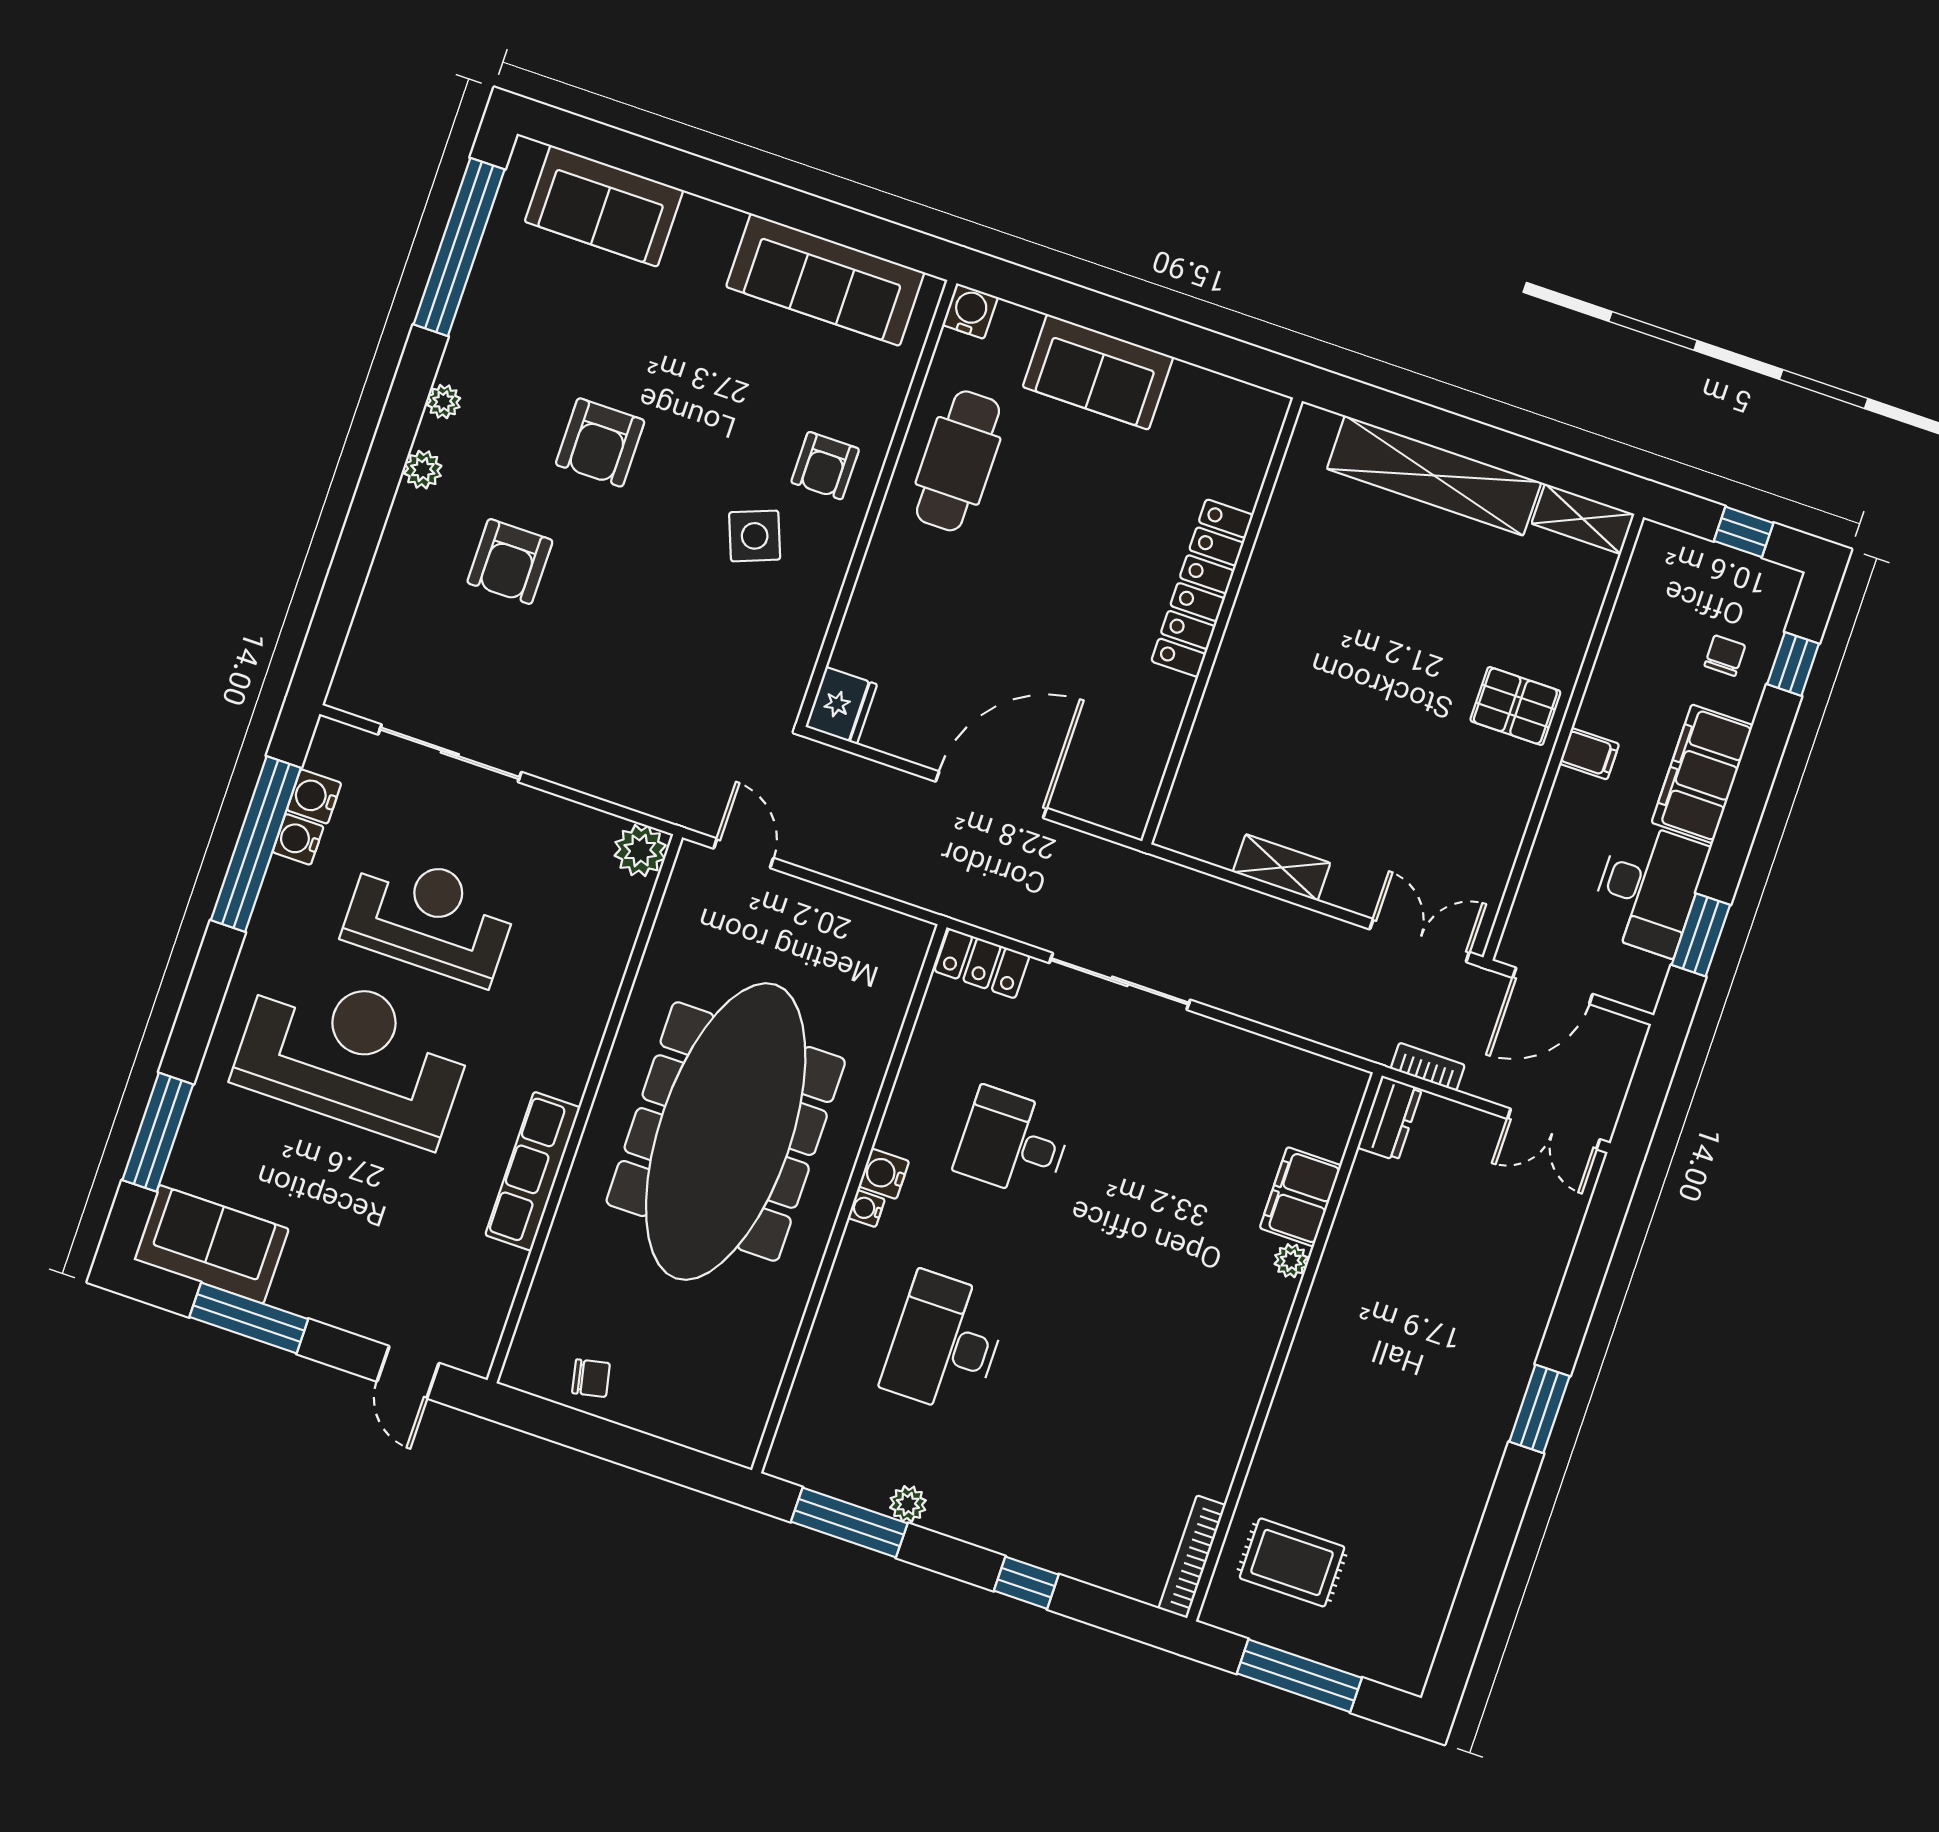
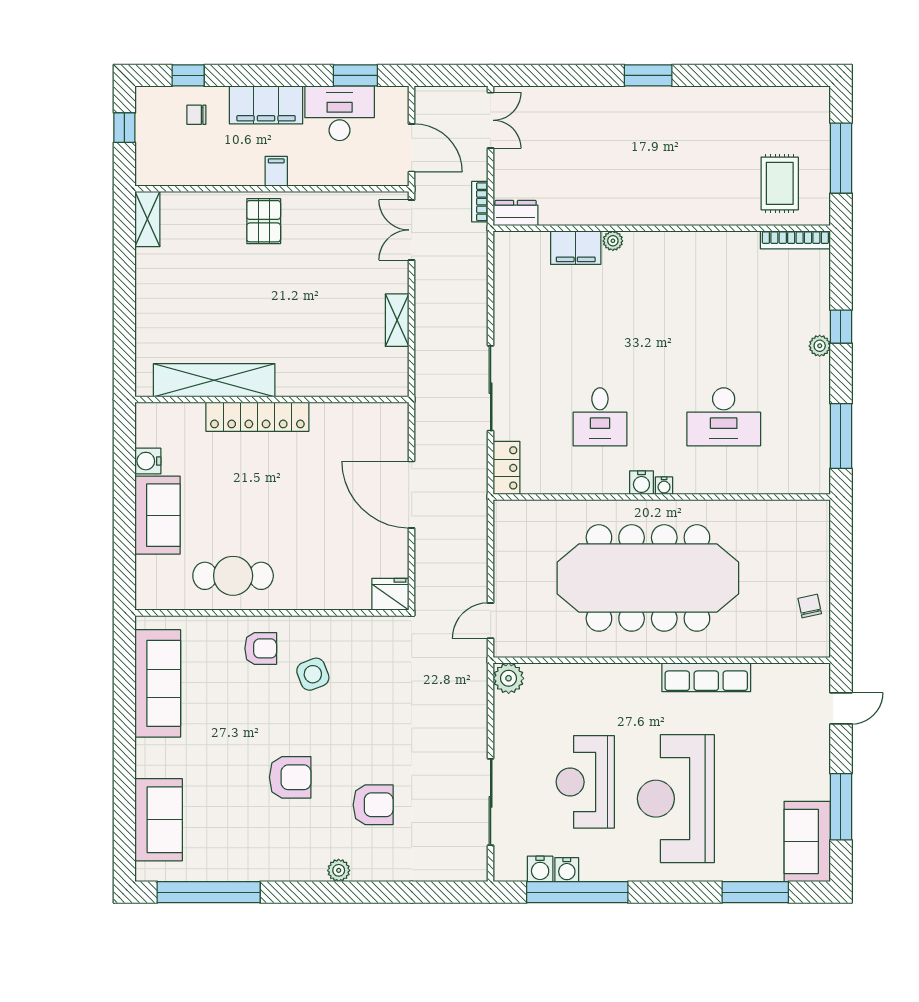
water cooler: (970, 311) -> (148, 461), moved
plant: (444, 402) -> (297, 872), removed
shelving: (1434, 476) -> (214, 380), moved, turned 90
plant: (908, 1504) -> (820, 346), moved

